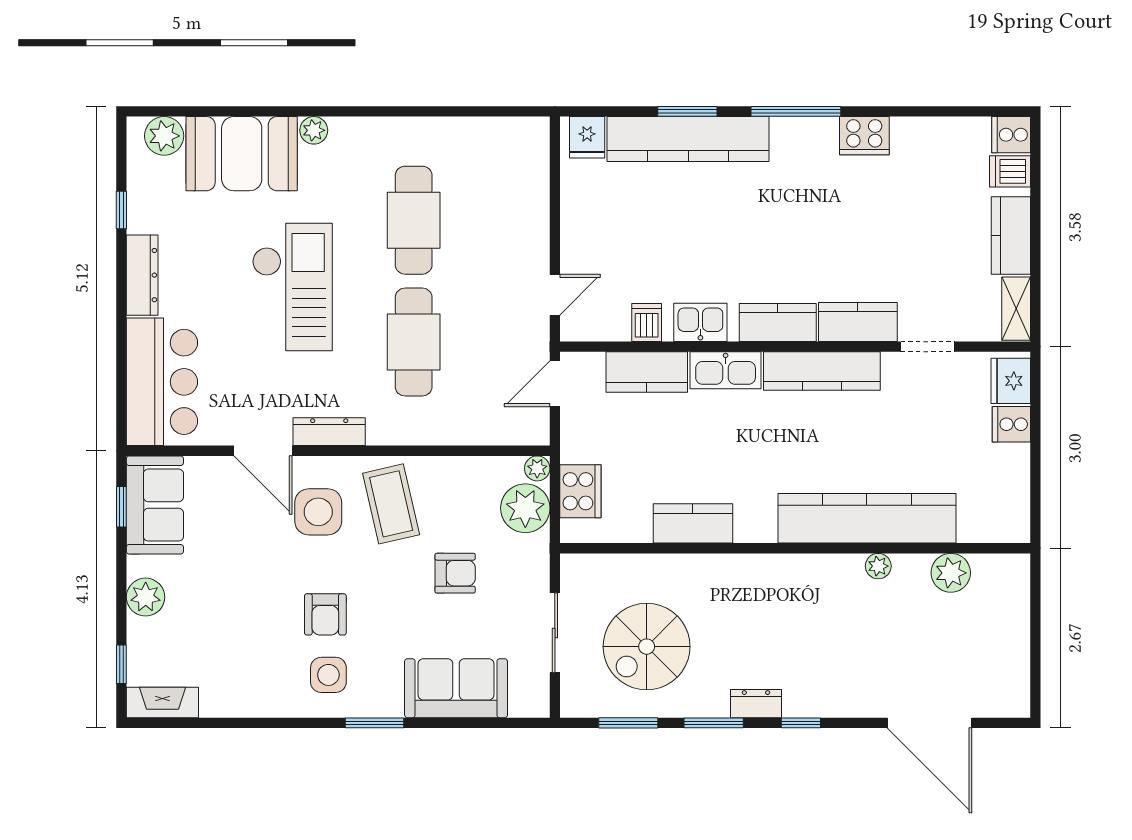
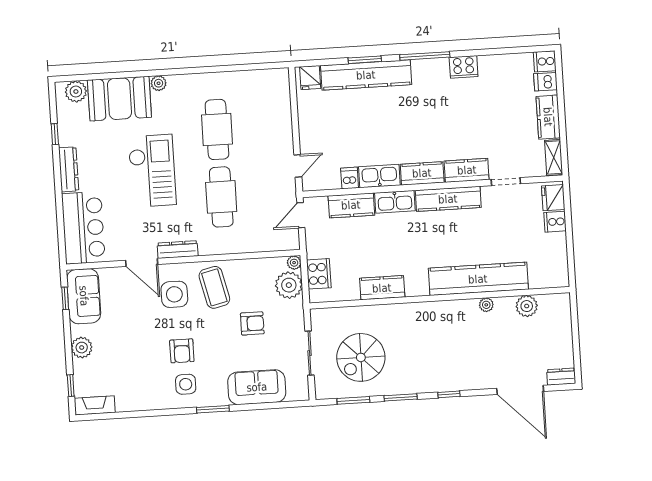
kitchen sink: (700, 322) -> (379, 176), width x1.38
dresser: (756, 704) -> (561, 377), moved

